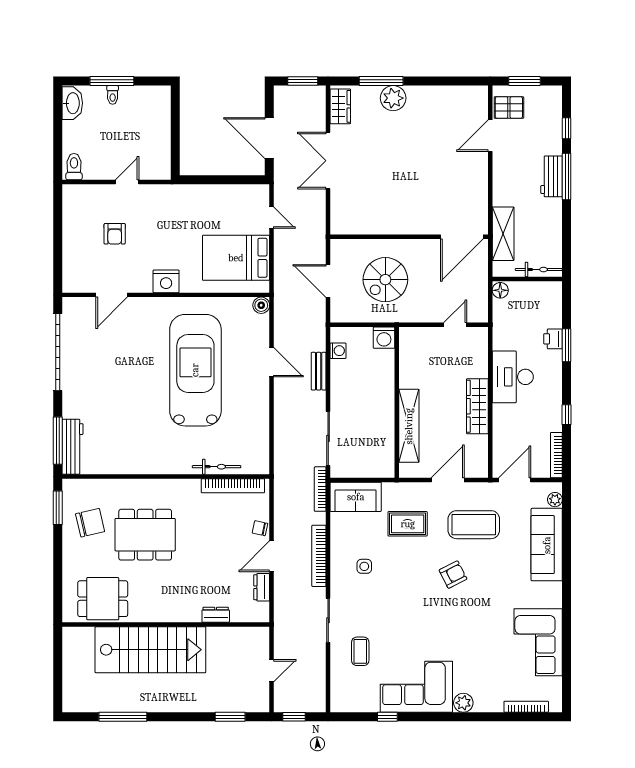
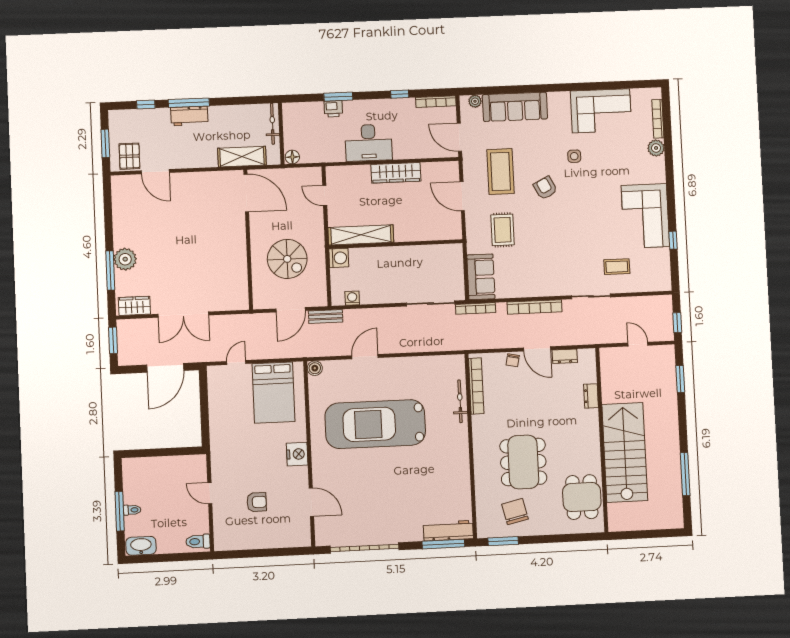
bench: (319, 371) -> (326, 317), moved
shelving: (409, 426) -> (361, 235), moved
side table: (364, 566) -> (574, 156), moved
plant: (463, 703) -> (656, 148), moved

